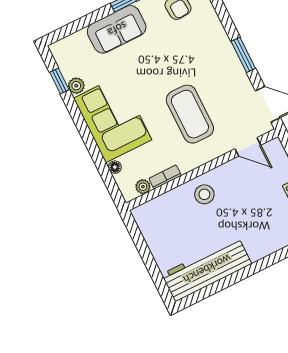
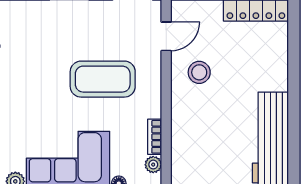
stool: (204, 194) -> (199, 72), moved

